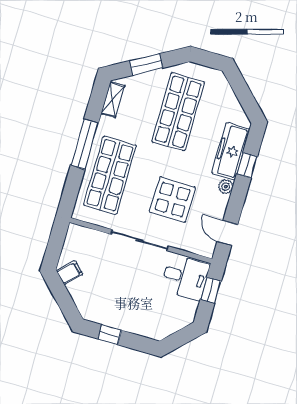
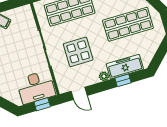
door: (227, 233) -> (79, 93), swing flipped
desk: (185, 277) -> (36, 87), width x1.37

